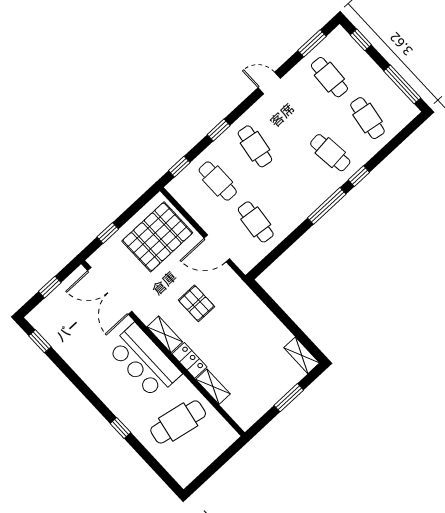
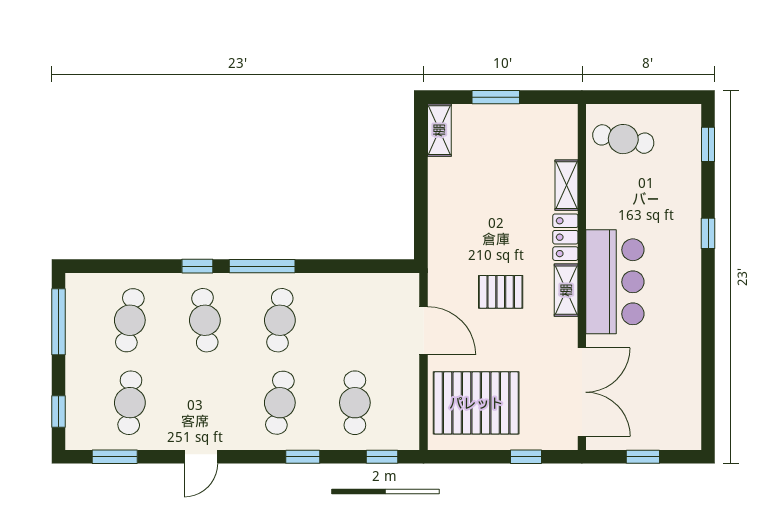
door: (269, 83) -> (201, 457), hinge flipped
cafe table: (256, 222) -> (280, 320), moved
pallet: (196, 303) -> (501, 292), turned 90
window: (40, 341) -> (708, 144), moved
cafe table: (178, 422) -> (623, 139), moved, width x0.73, depth x0.74

